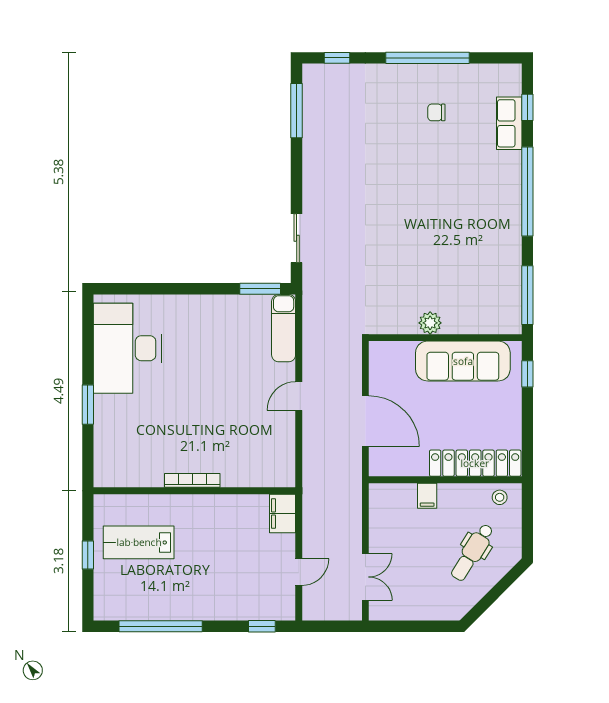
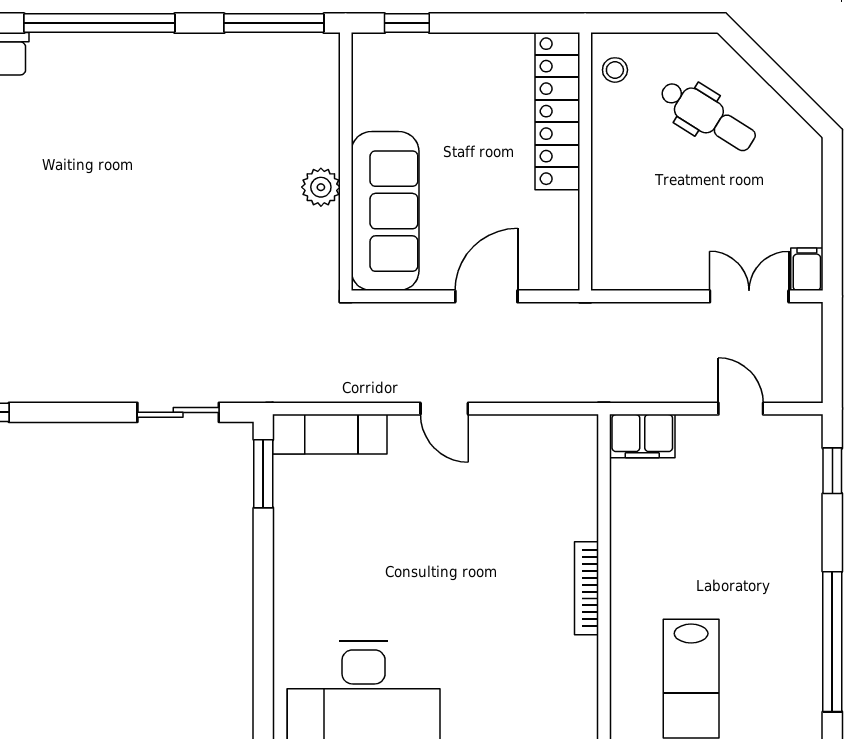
sofa: (463, 361) -> (385, 211), moved
door: (365, 421) -> (486, 296), width x0.73
filing cabinet: (427, 496) -> (807, 269), moved, turned -90

